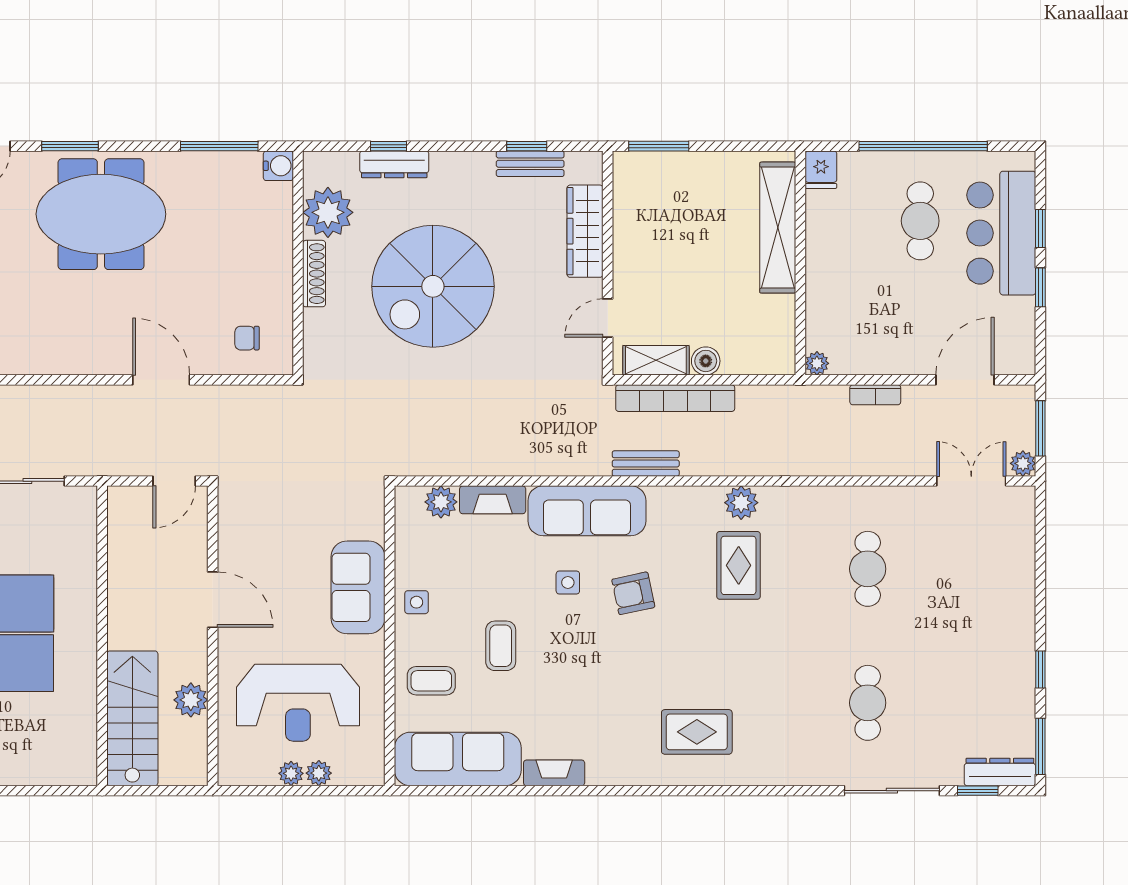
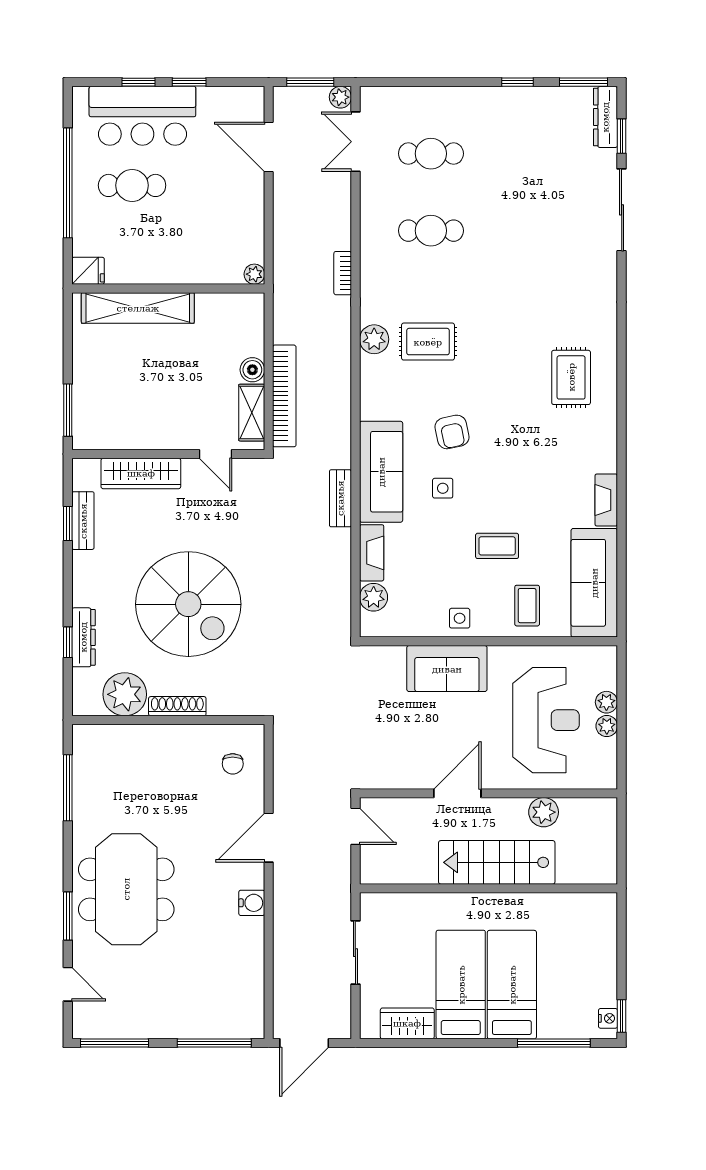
water cooler: (278, 166) -> (252, 903), moved, turned 90
bookcase: (875, 395) -> (343, 273), moved, turned 180
bench: (646, 464) -> (340, 498), moved
cafe table: (868, 703) -> (431, 154), moved
stairs: (132, 718) -> (497, 862), moved

